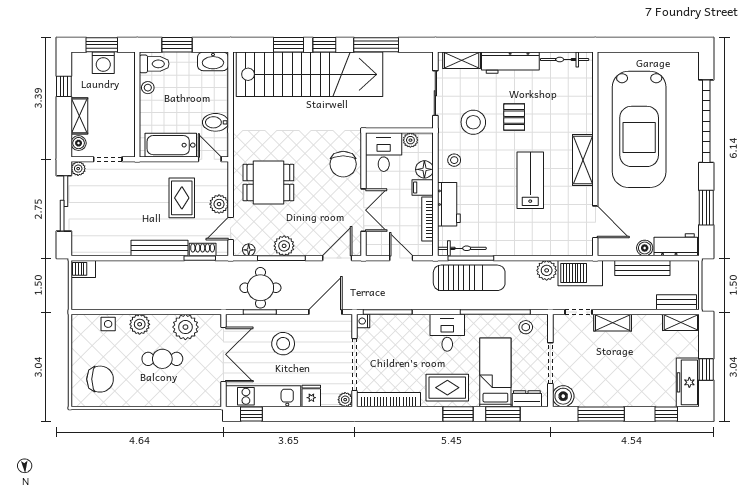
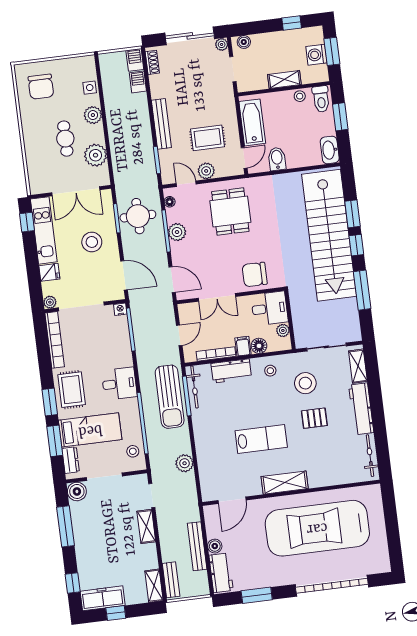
shelving: (79, 116) -> (284, 80), moved
shoe rack: (203, 250) -> (152, 62), moved
barbecue: (580, 273) -> (138, 82), moved, width x0.53, depth x0.65

